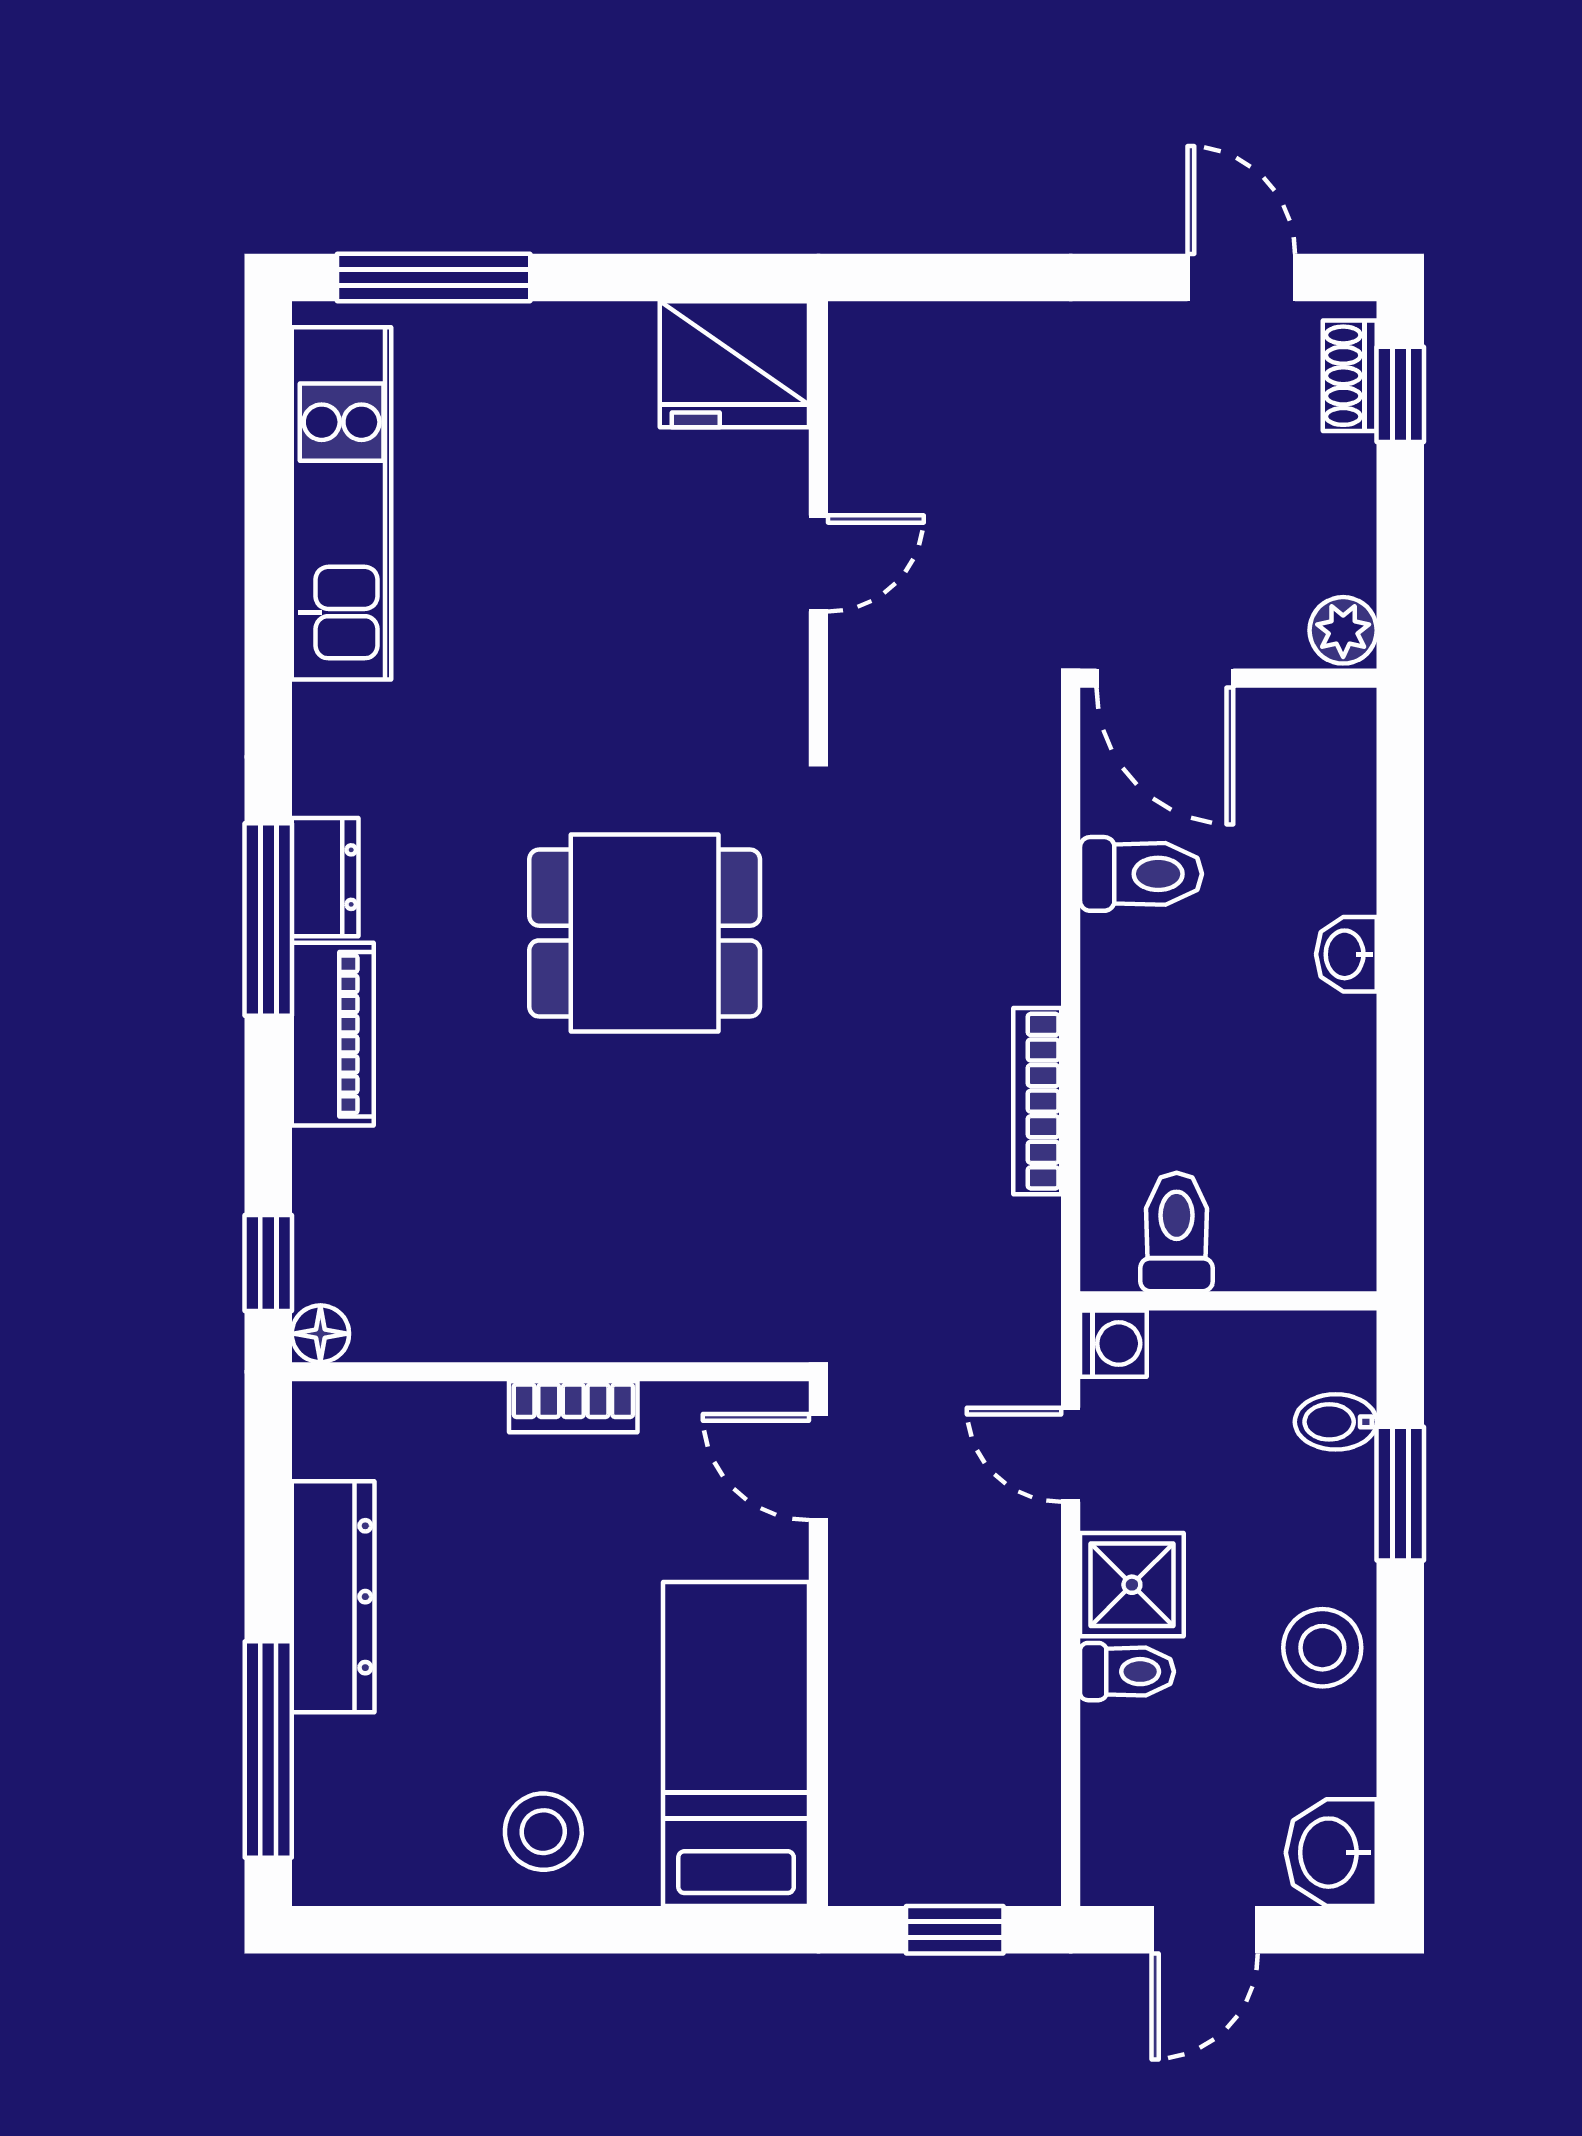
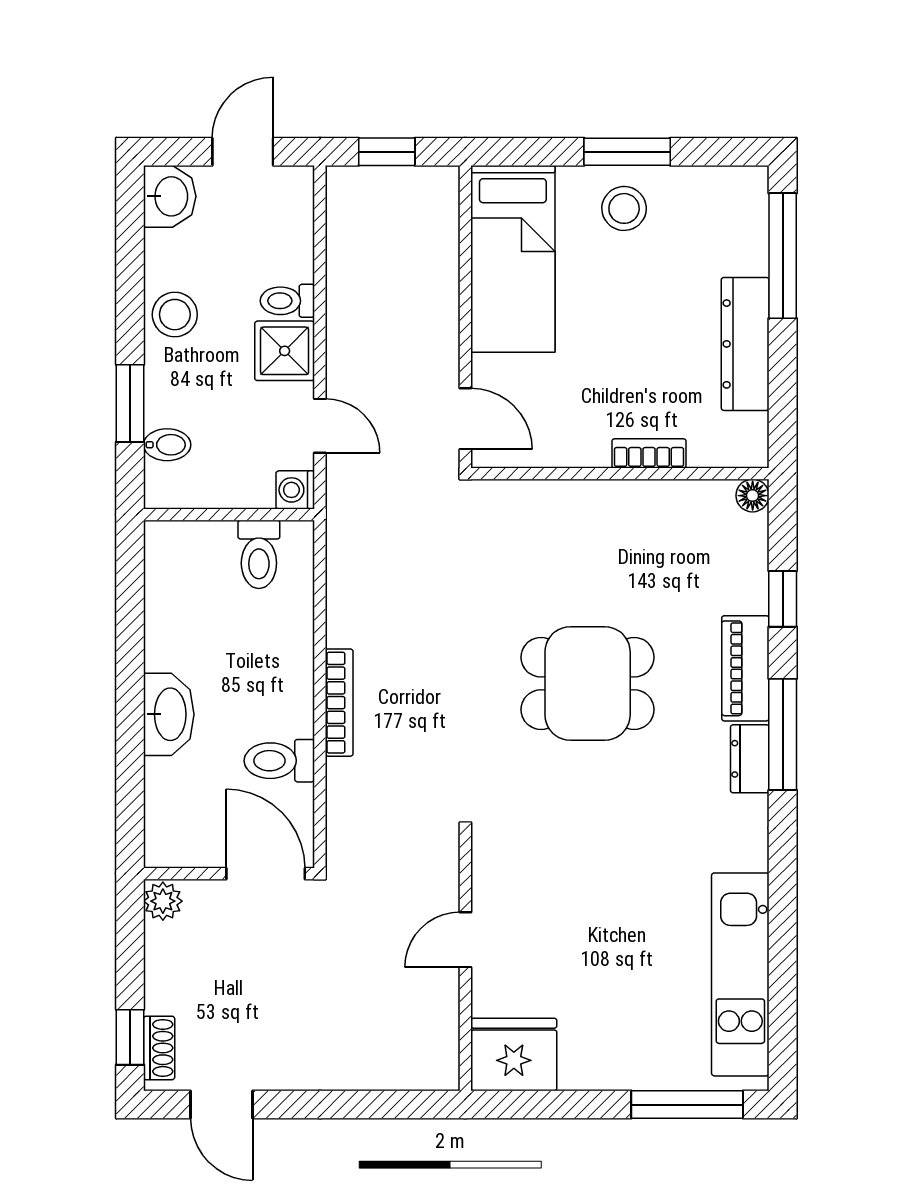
dining table: (645, 933) -> (588, 683), moved
washbasin: (1346, 954) -> (169, 714), width x1.91, depth x1.45
bookcase: (1037, 1101) -> (339, 703), moved
window: (268, 1263) -> (783, 599), moved
bookcase: (573, 1407) -> (649, 453), moved
window: (538, 1930) -> (627, 152), added

